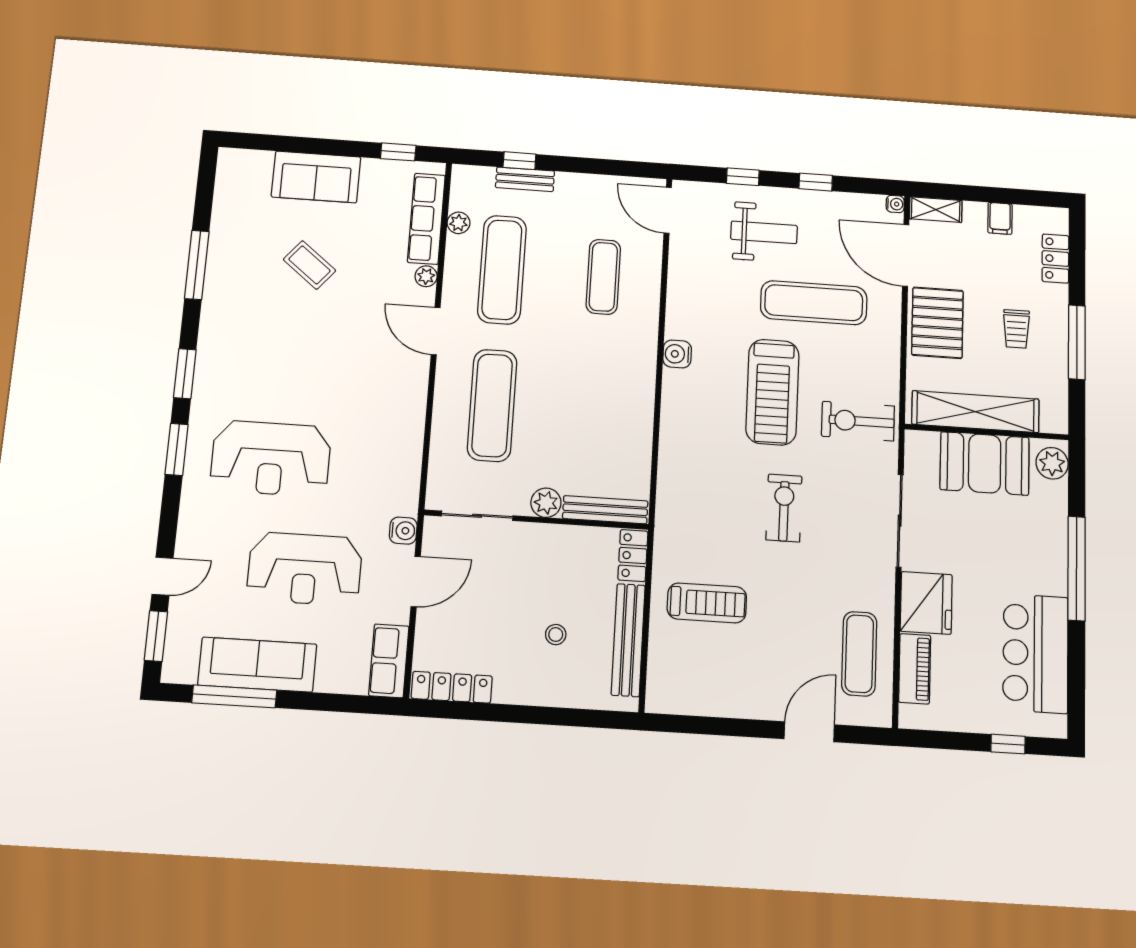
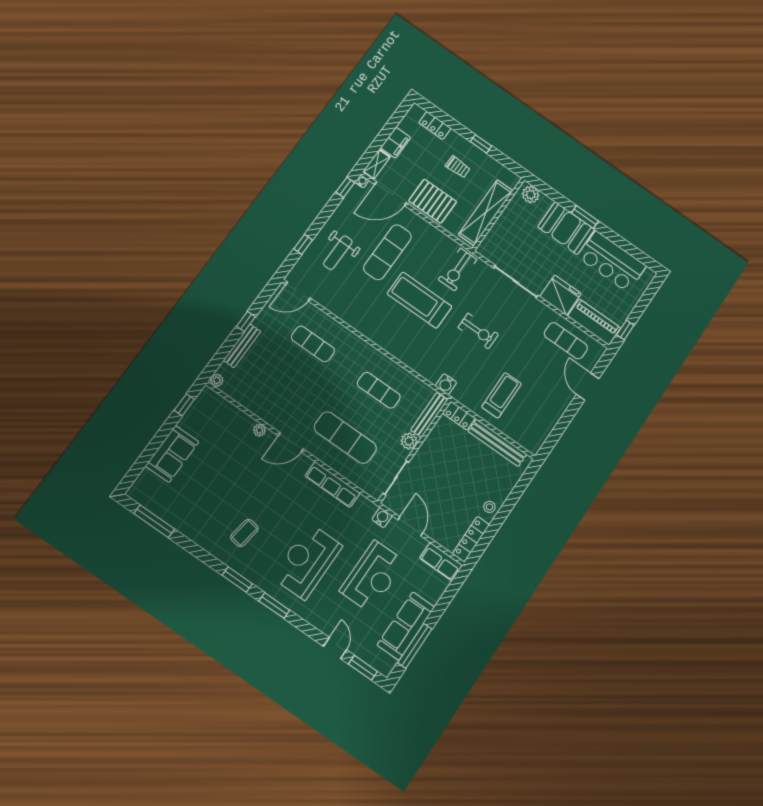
window: (519, 161) -> (246, 322), moved
bench: (525, 179) -> (242, 346), width x1.36
window: (816, 182) -> (345, 187), moved
filing cabinet: (1000, 218) -> (396, 143), width x2.00
row of seats: (426, 219) -> (332, 485), moved
plant: (459, 223) -> (217, 380), moved
weight bench: (764, 232) -> (338, 253), turned 180
window: (197, 265) -> (154, 521), moved
coffee table: (309, 265) -> (244, 533), moved, turned -30
exercise mat: (502, 270) -> (379, 390), moved, width x0.73, depth x0.69
window: (1077, 342) -> (481, 144), width x0.46
water cooler: (677, 354) -> (446, 384), moved
treadmill: (772, 392) -> (419, 300), turned 180
reception desk: (271, 458) -> (307, 561), turned 180
booth: (985, 463) -> (566, 228), moved, turned 90
exercise bike: (784, 508) -> (478, 331), turned 180
window: (1076, 568) -> (585, 217), width x0.47
stool: (556, 635) -> (489, 507), moved
piano: (915, 669) -> (594, 322), width x1.37, depth x1.33
window: (1008, 744) -> (625, 330), moved

